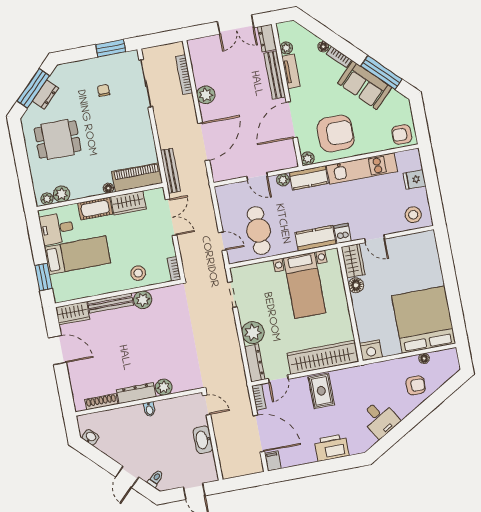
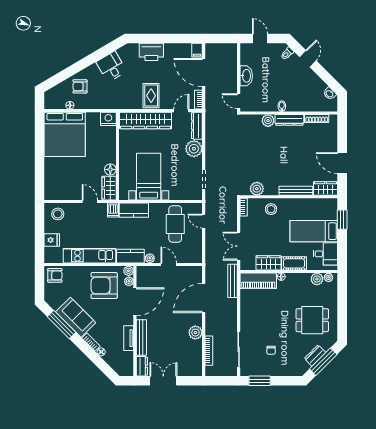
plant: (286, 48) -> (129, 281), moved
plant: (143, 300) -> (257, 189), moved

